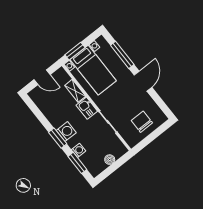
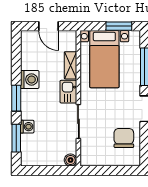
window: (75, 51) -> (119, 26), moved
chair: (142, 122) -> (124, 138), moved
washing machine: (66, 132) -> (30, 80), moved
boiler: (110, 160) -> (71, 160), moved

